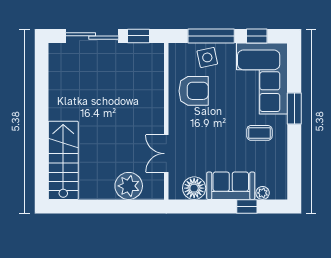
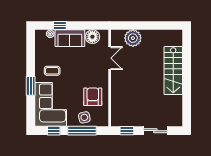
sliding door: (92, 36) -> (155, 131), width x0.73
armchair: (194, 91) -> (93, 97), turned 90
stairs: (63, 160) -> (173, 71), moved

